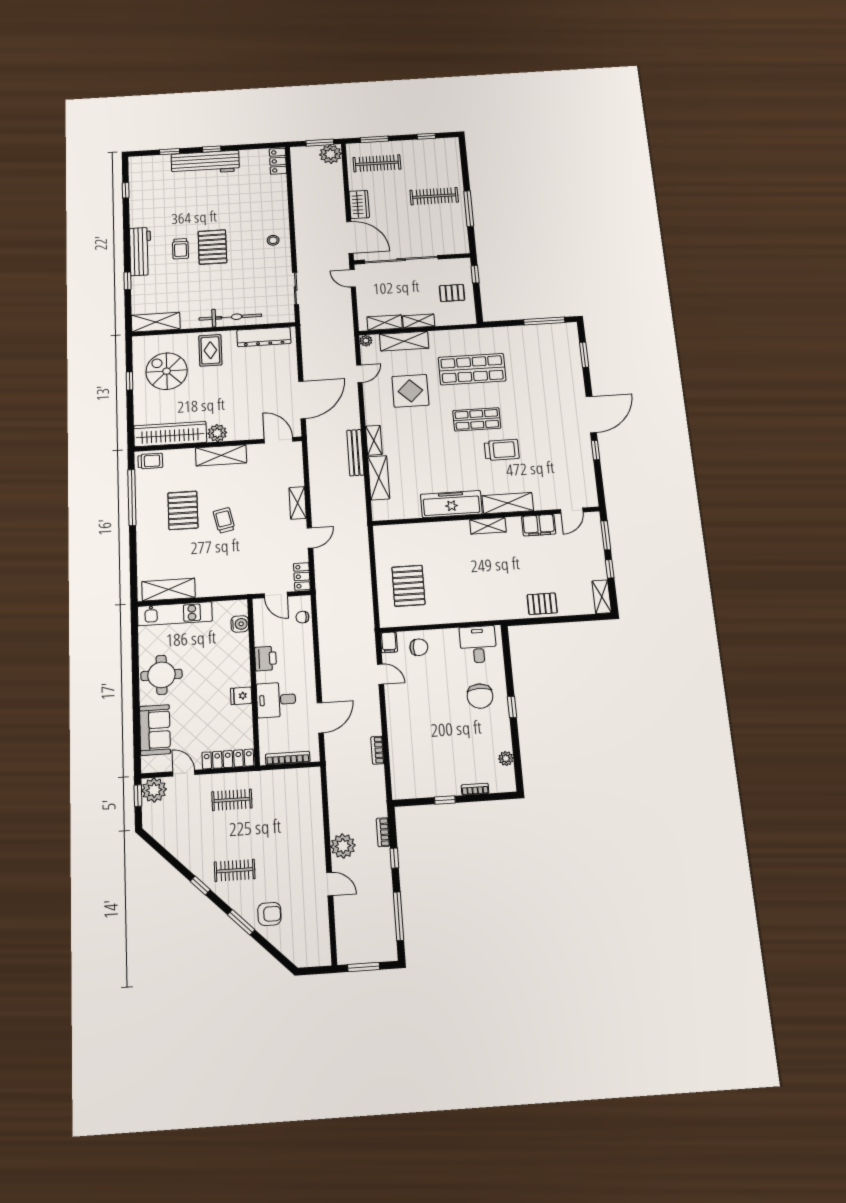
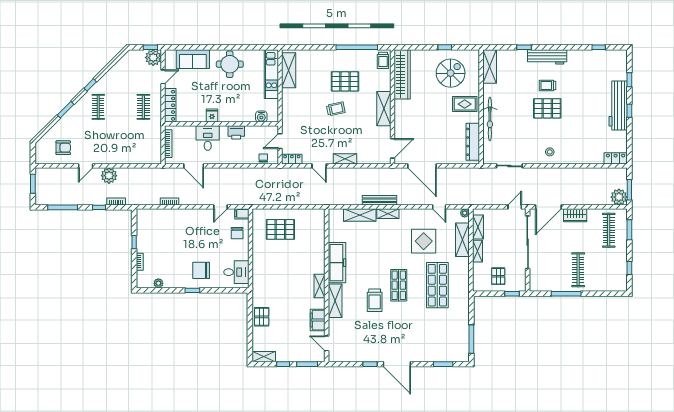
plant: (217, 433) -> (401, 107), removed
armchair: (269, 914) -> (63, 148), moved, turned -90

